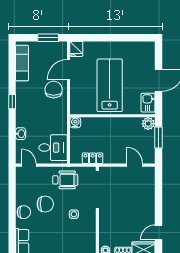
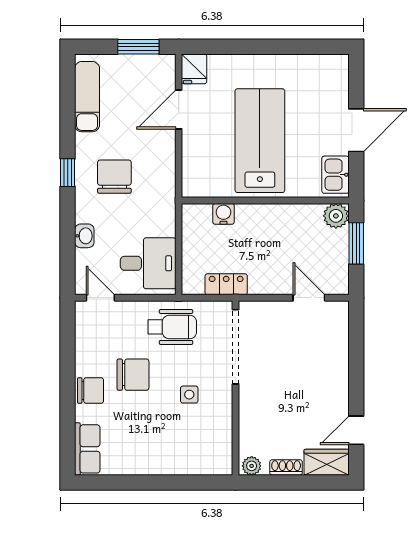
chair: (54, 90) -> (114, 177), moved
water cooler: (75, 123) -> (223, 214), moved

